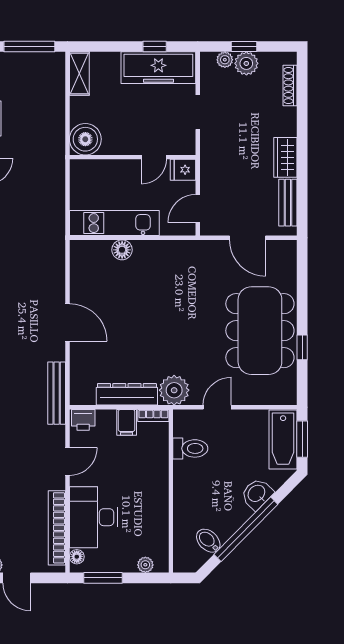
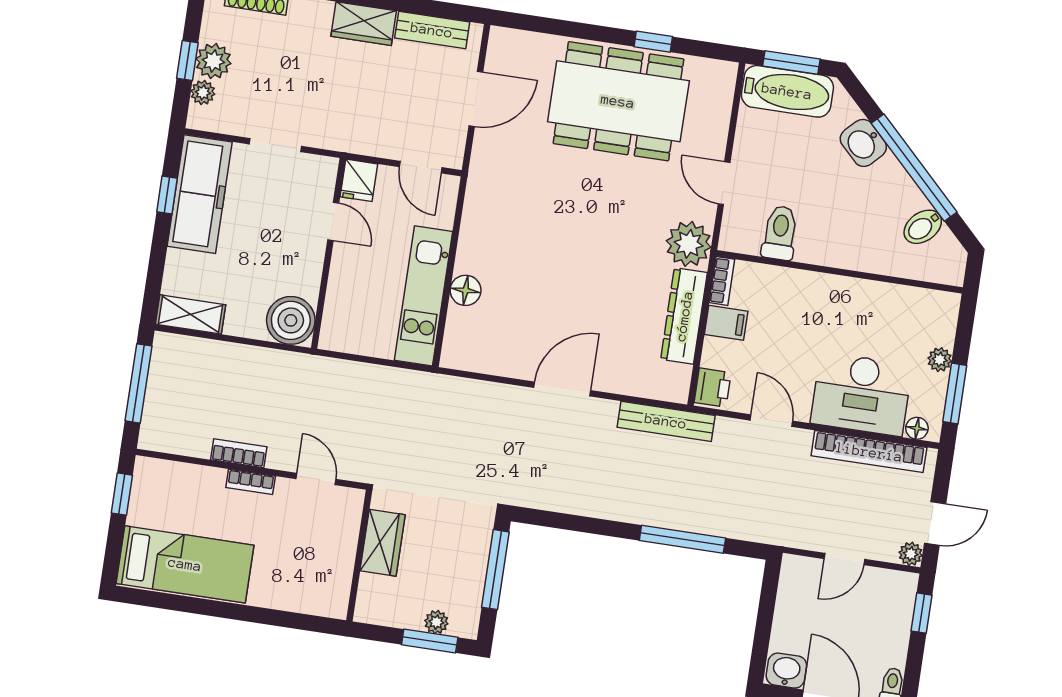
plant: (145, 565) -> (940, 360), moved

